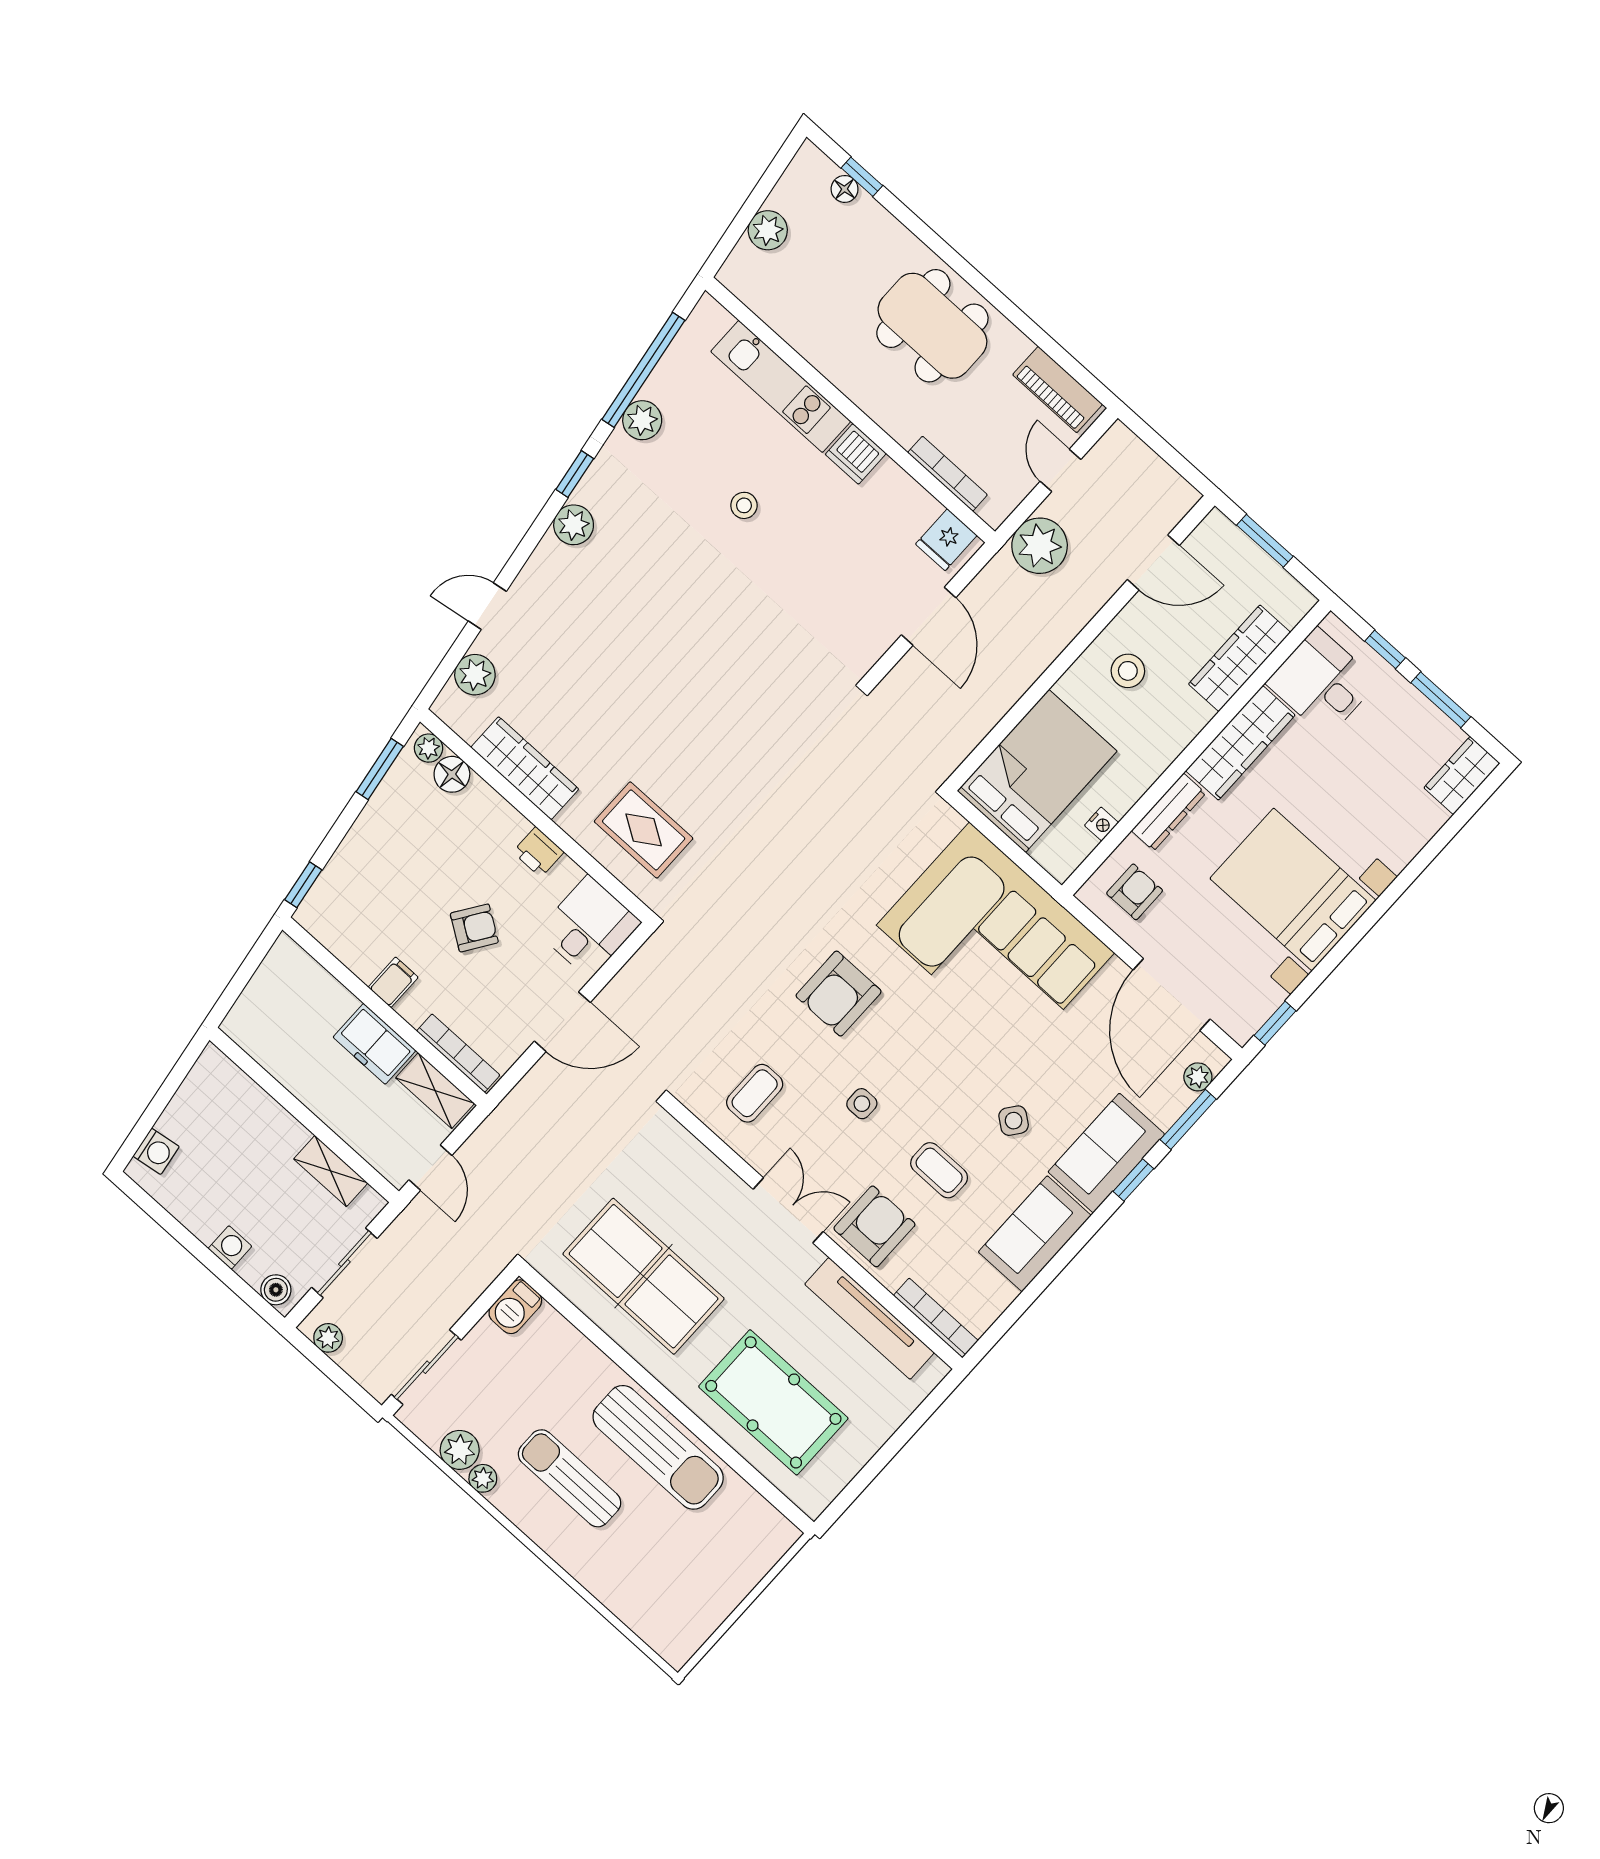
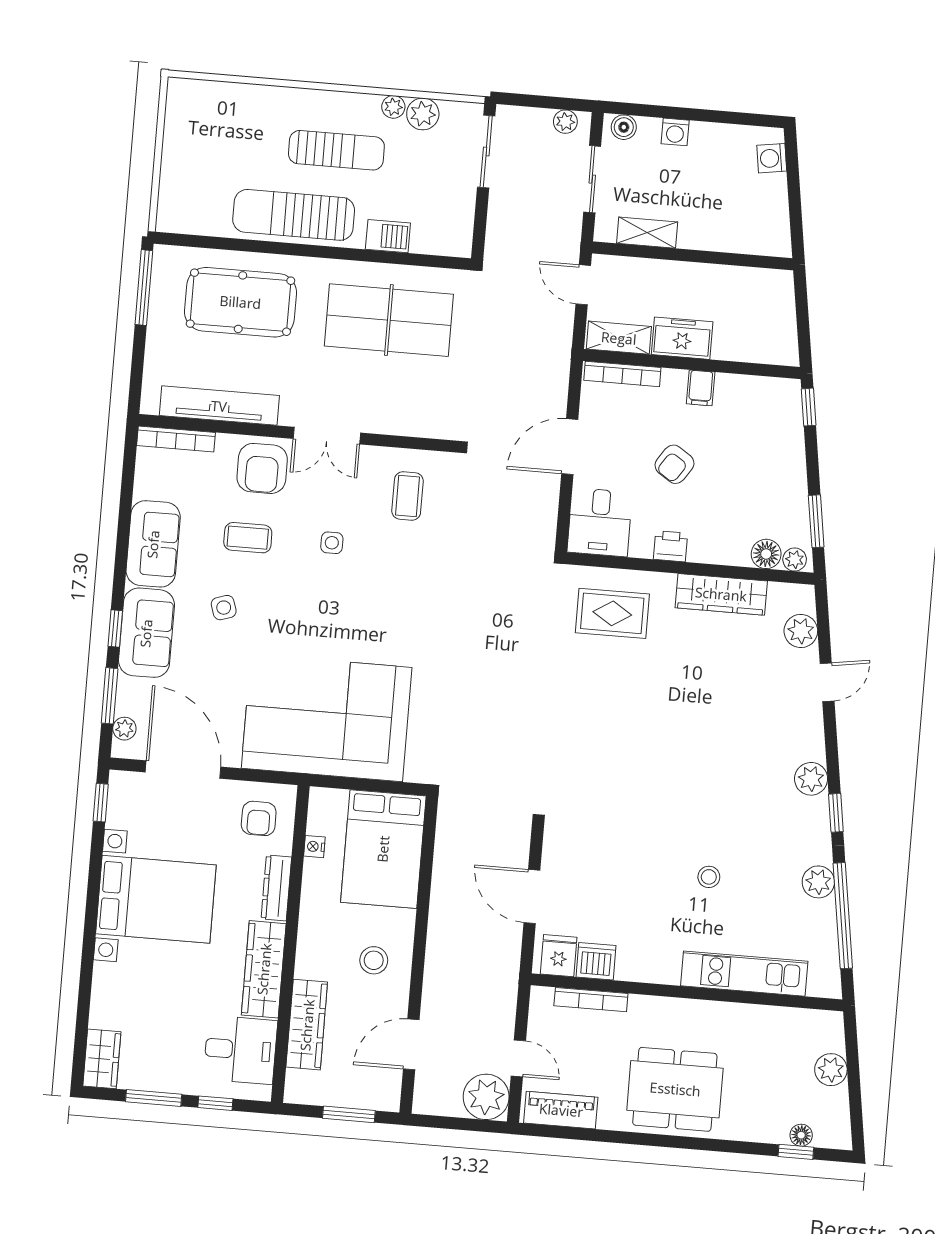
dishwasher: (856, 454) -> (596, 961), moved
plant: (1040, 546) -> (486, 1097), moved
armchair: (839, 994) -> (402, 603), removed
side table: (1014, 1121) -> (224, 608), turned 35
barbecue: (515, 1307) -> (388, 236), moved, turned 90
window: (856, 1487) -> (144, 288), added

